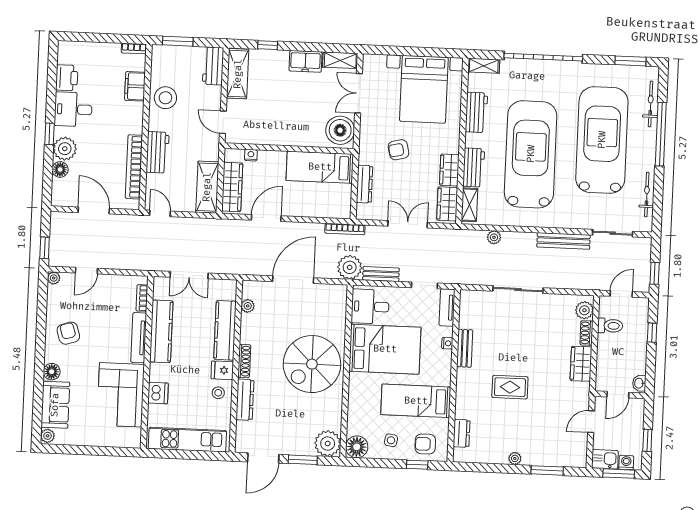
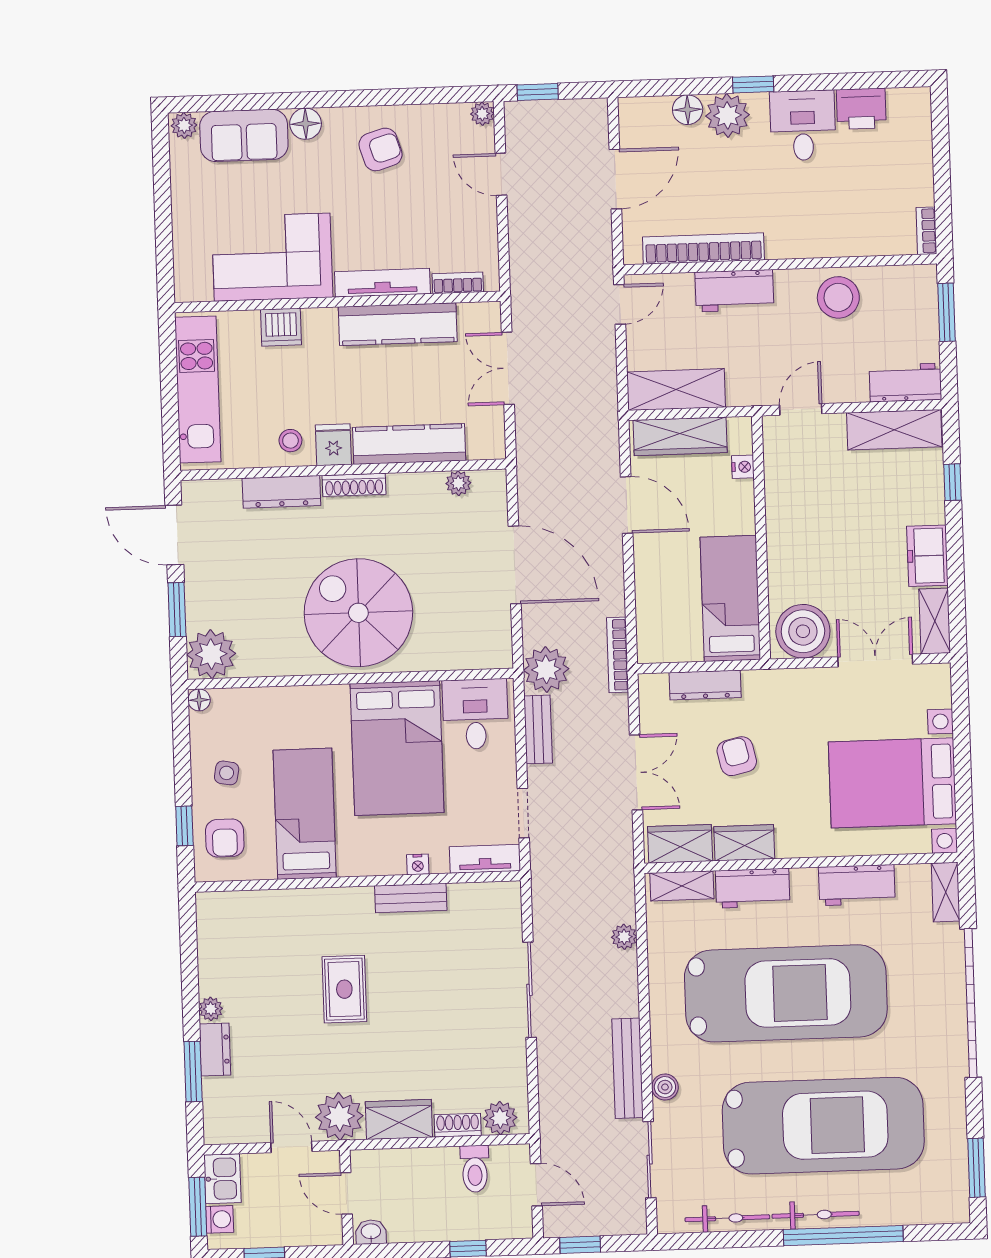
filing cabinet: (135, 86) -> (855, 238), removed
bicycle: (651, 104) -> (816, 1215), moved
armchair: (398, 150) -> (737, 756), moved
boiler: (575, 222) -> (665, 1087), added
plant: (577, 395) -> (339, 1116), added
dresser: (462, 433) -> (215, 1049), moved, turned -90
armchair: (425, 444) -> (225, 838), turned 180
floor lamp: (357, 447) -> (199, 700), width x0.53, depth x0.53

